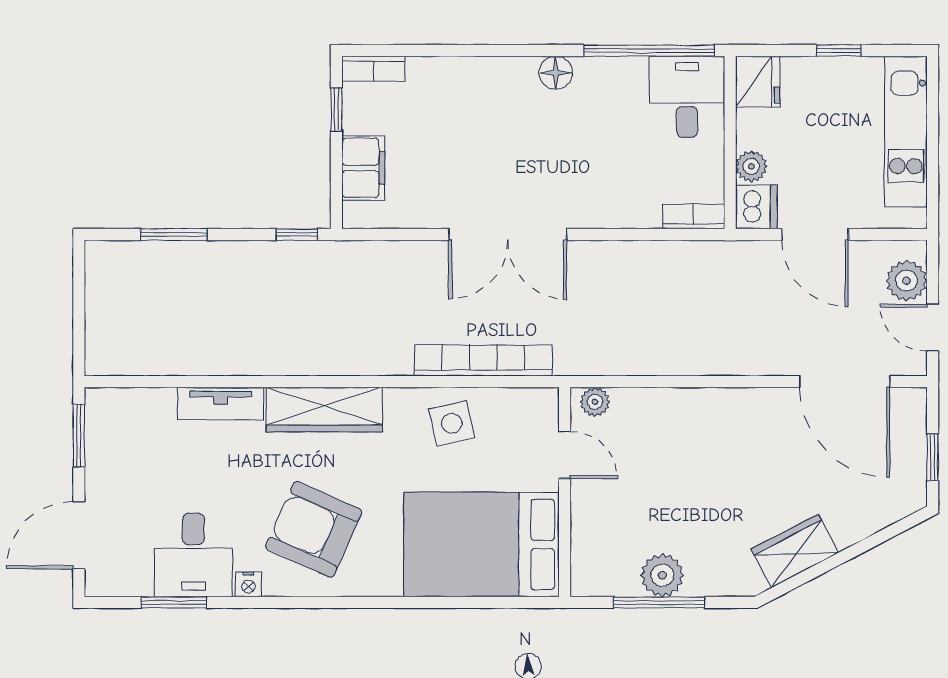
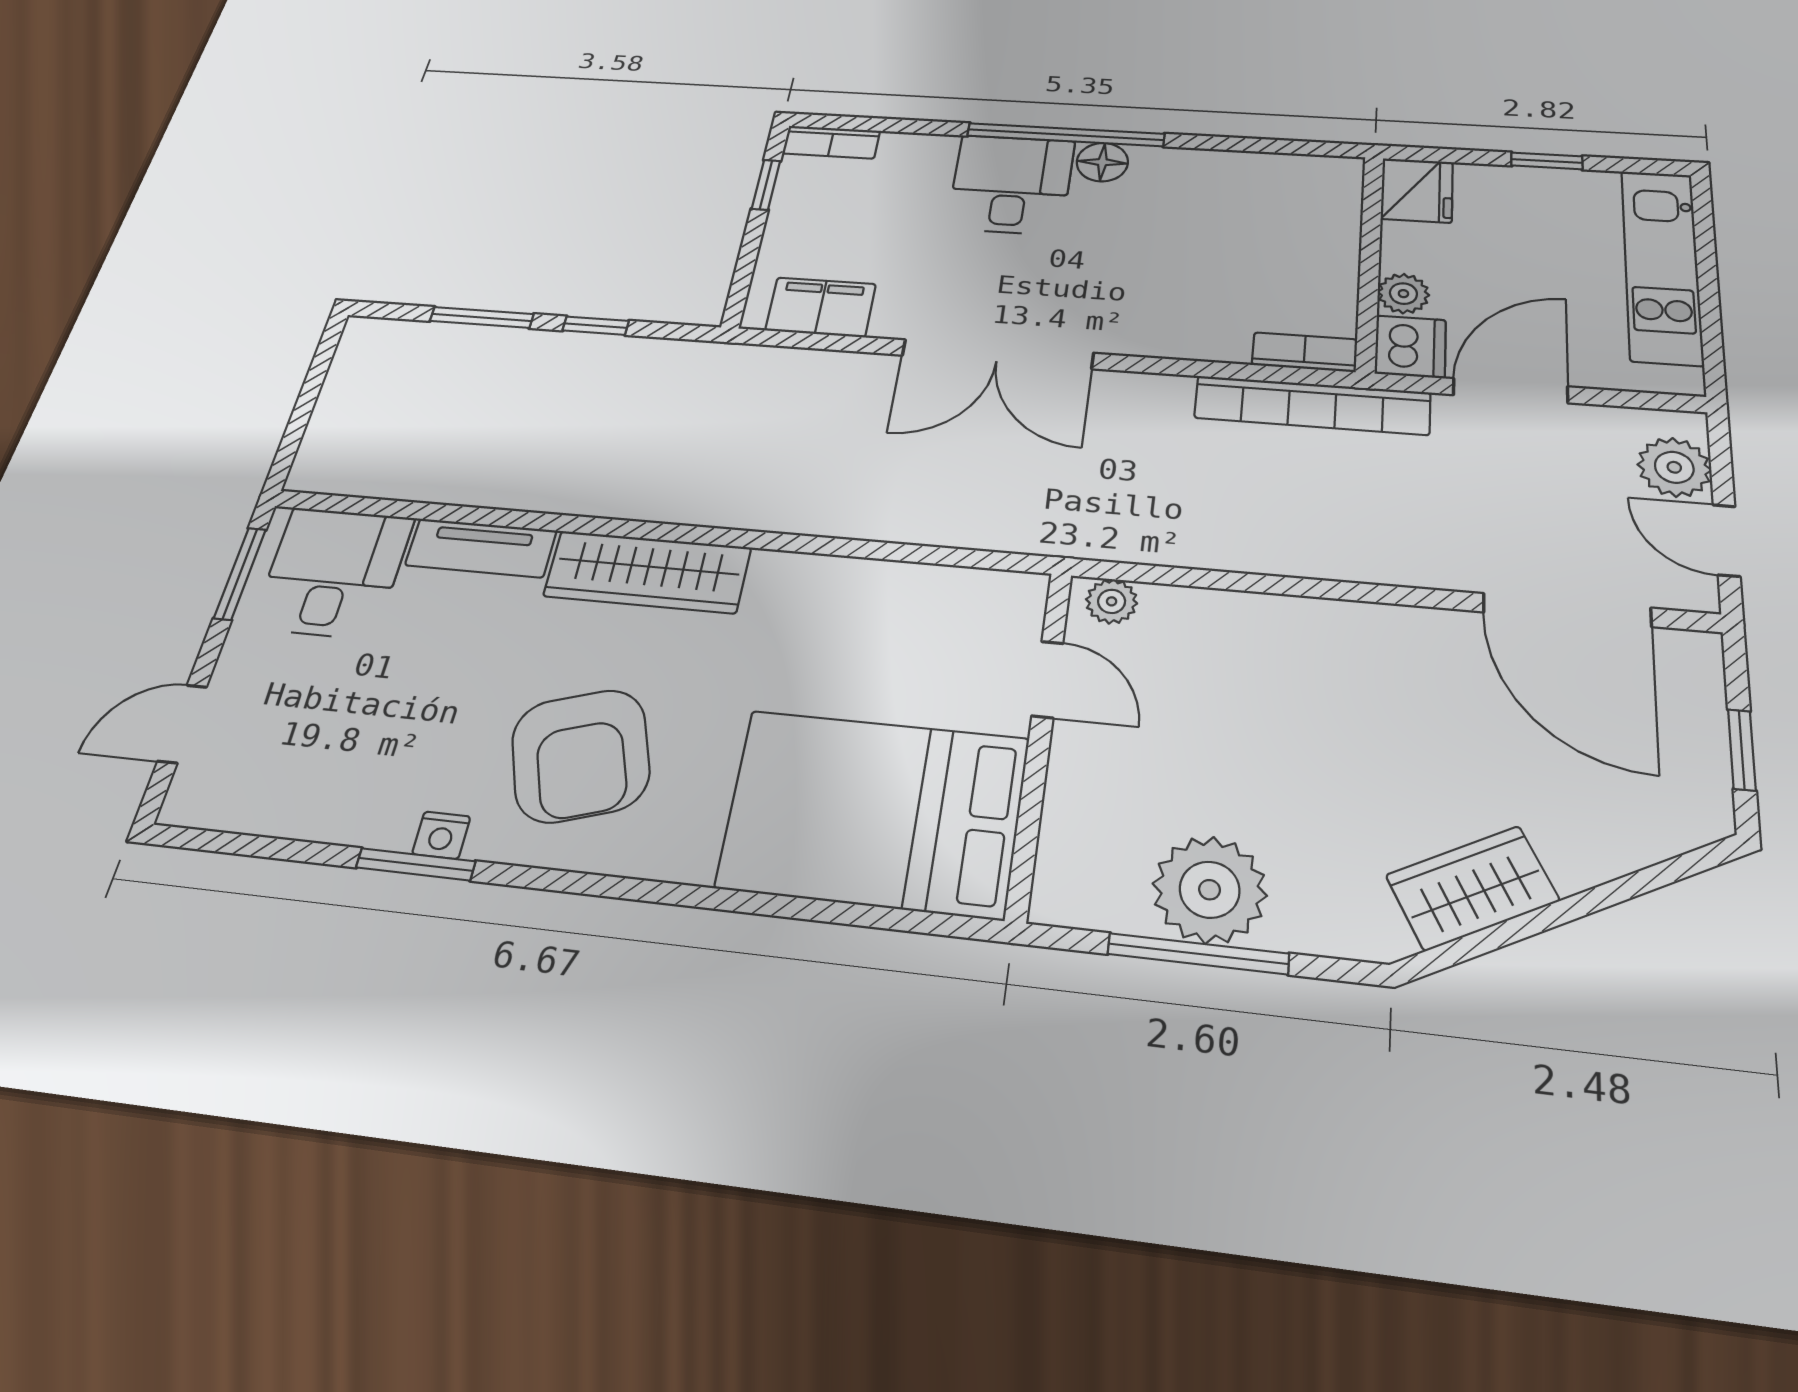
window: (649, 51) -> (1065, 135), moved
desk: (687, 97) -> (1011, 185), moved
filing cabinet: (363, 168) -> (821, 307), moved, turned -90
window: (297, 234) -> (596, 326), moved
door: (815, 234) -> (1510, 391), swing flipped
bookcase: (483, 361) -> (1312, 405), moved, turned 180
side table: (452, 423) -> (858, 612), removed
armchair: (314, 529) -> (581, 756), turned -132
door: (79, 535) -> (182, 724), width x0.73
desk: (193, 555) -> (333, 573), moved, turned 180
plant: (662, 575) -> (1210, 890), width x1.36, depth x1.36
window: (174, 602) -> (416, 864), moved

